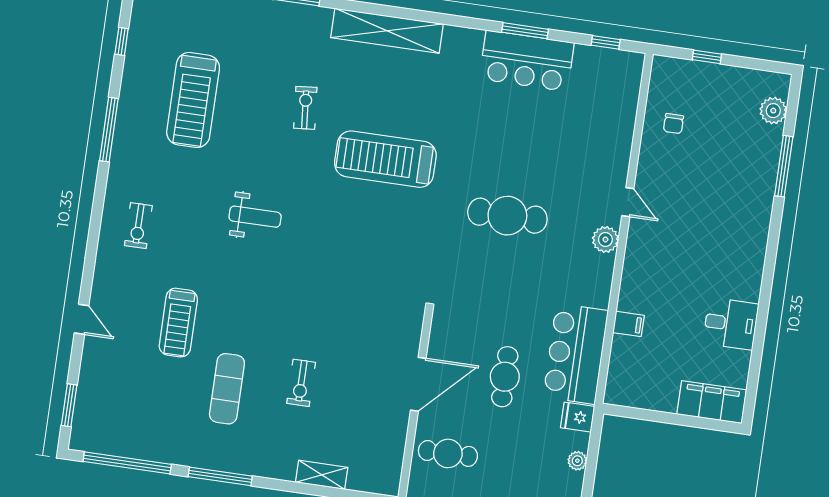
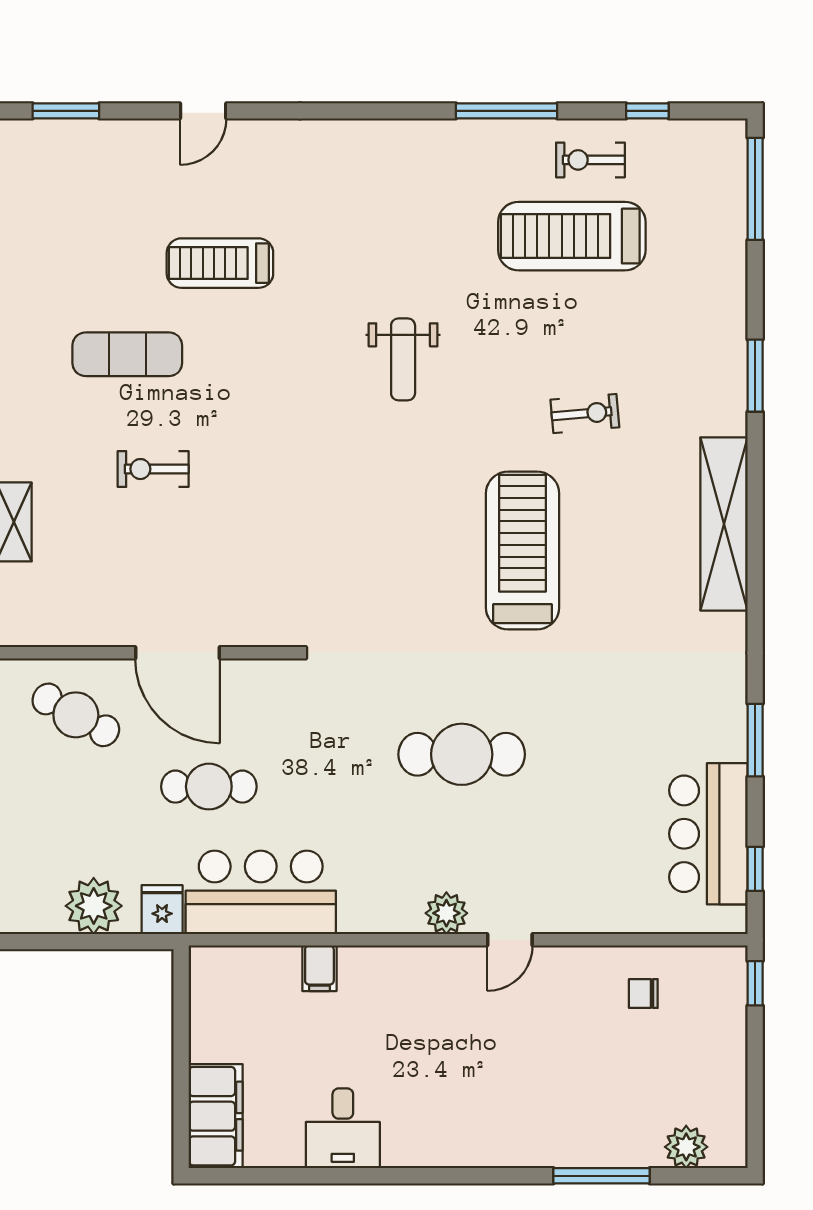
window: (707, 57) -> (755, 983), moved
bar counter: (527, 61) -> (708, 834), moved
cafe table: (507, 216) -> (462, 754), turned 90
exercise bike: (138, 226) -> (590, 160), moved
cafe table: (448, 453) -> (76, 715), turned -61
plant: (577, 461) -> (94, 906), width x1.88, depth x1.88

